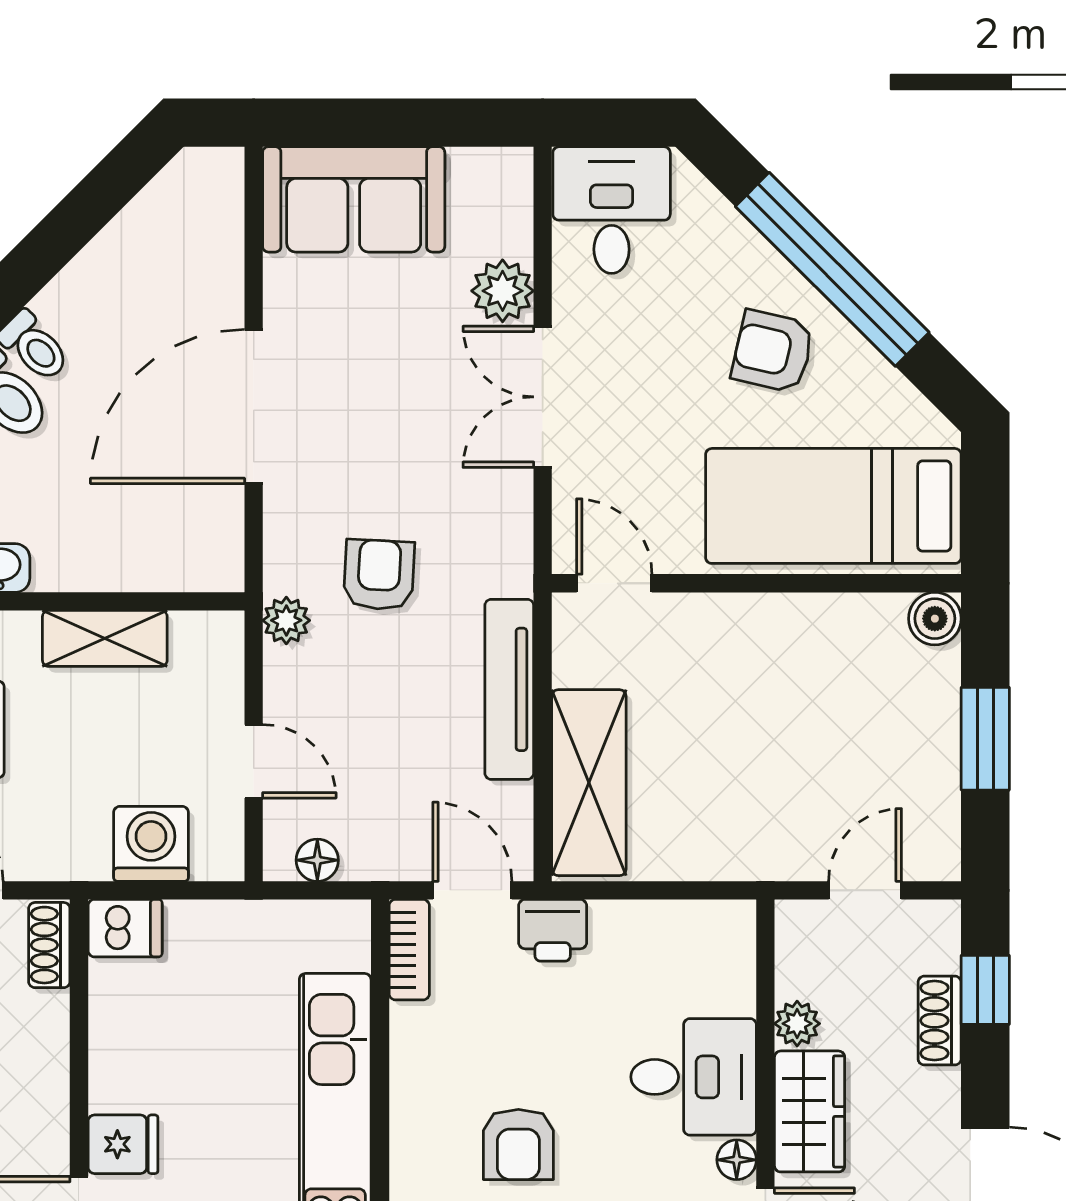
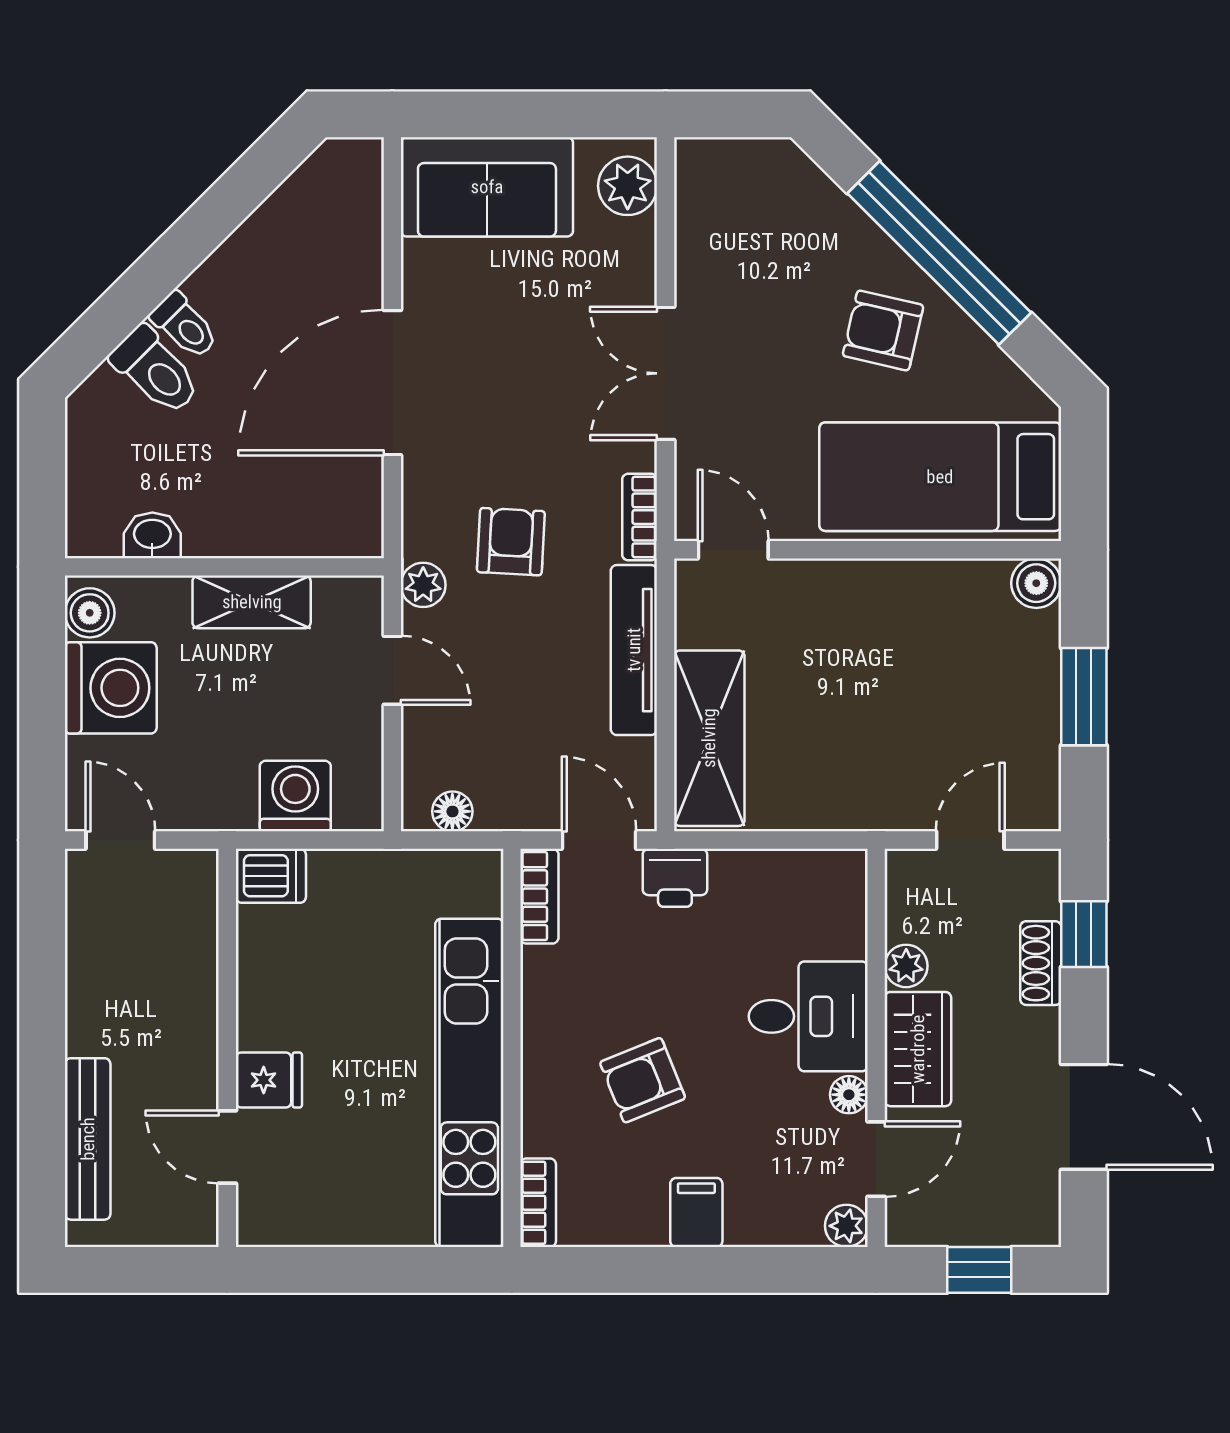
desk: (612, 210) -> (731, 197), removed
plant: (503, 291) -> (628, 186), moved
bookcase: (515, 549) -> (640, 517), added
door: (254, 761) -> (392, 670), moved
shoe rack: (49, 945) -> (199, 892), removed
armchair: (518, 1144) -> (643, 1080), turned 68

